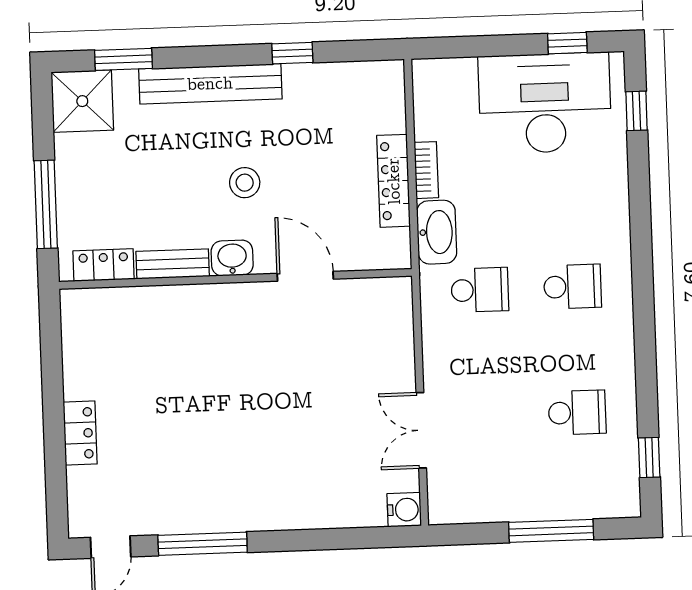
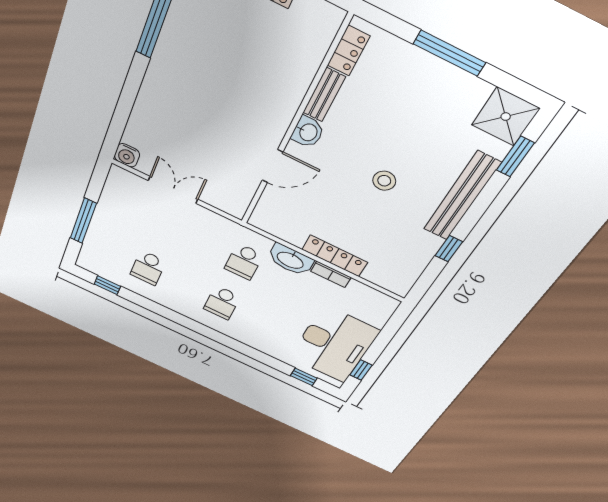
washbasin: (232, 258) -> (308, 132), moved
bench: (173, 264) -> (324, 95), moved
locker: (103, 265) -> (348, 51), moved
door: (305, 276) -> (272, 166), moved
wall: (235, 279) -> (293, 127), moved

